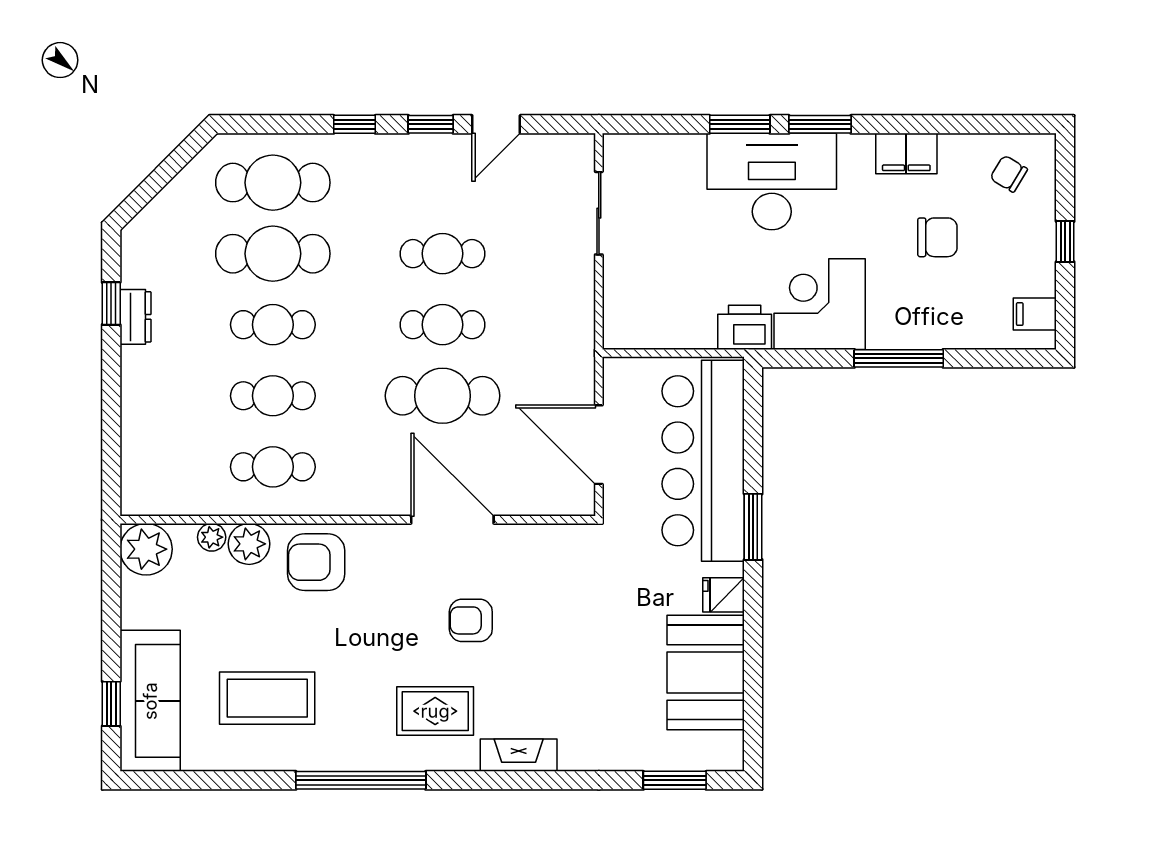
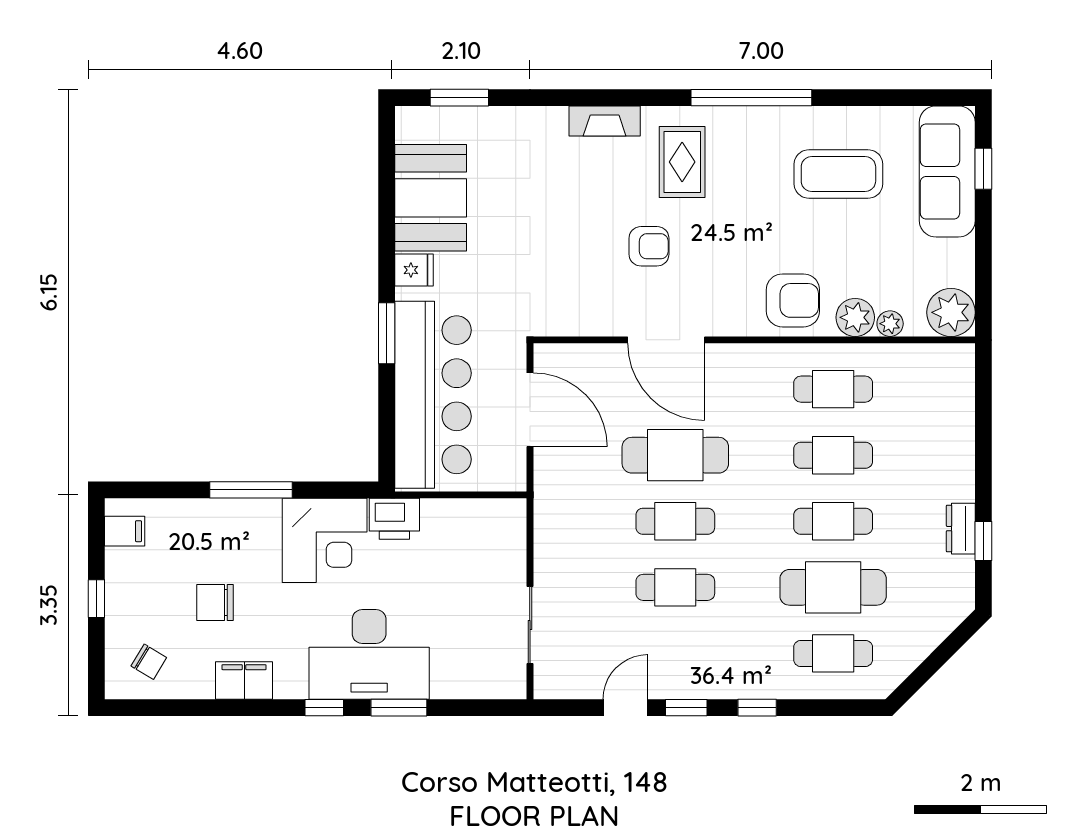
window: (820, 124) -> (324, 708), width x0.67
cafe table: (273, 183) -> (833, 653), width x0.73, depth x0.74
rug: (435, 711) -> (682, 162), turned 90

